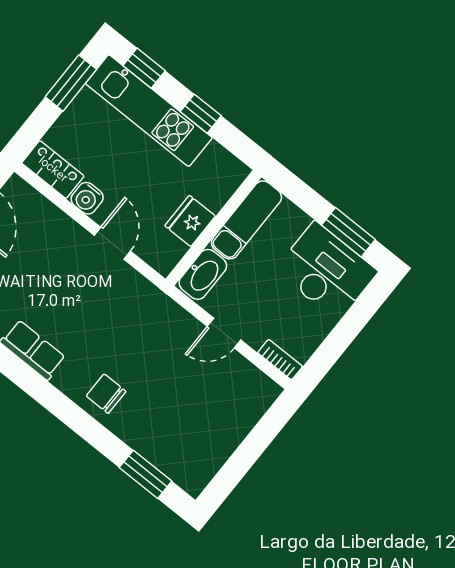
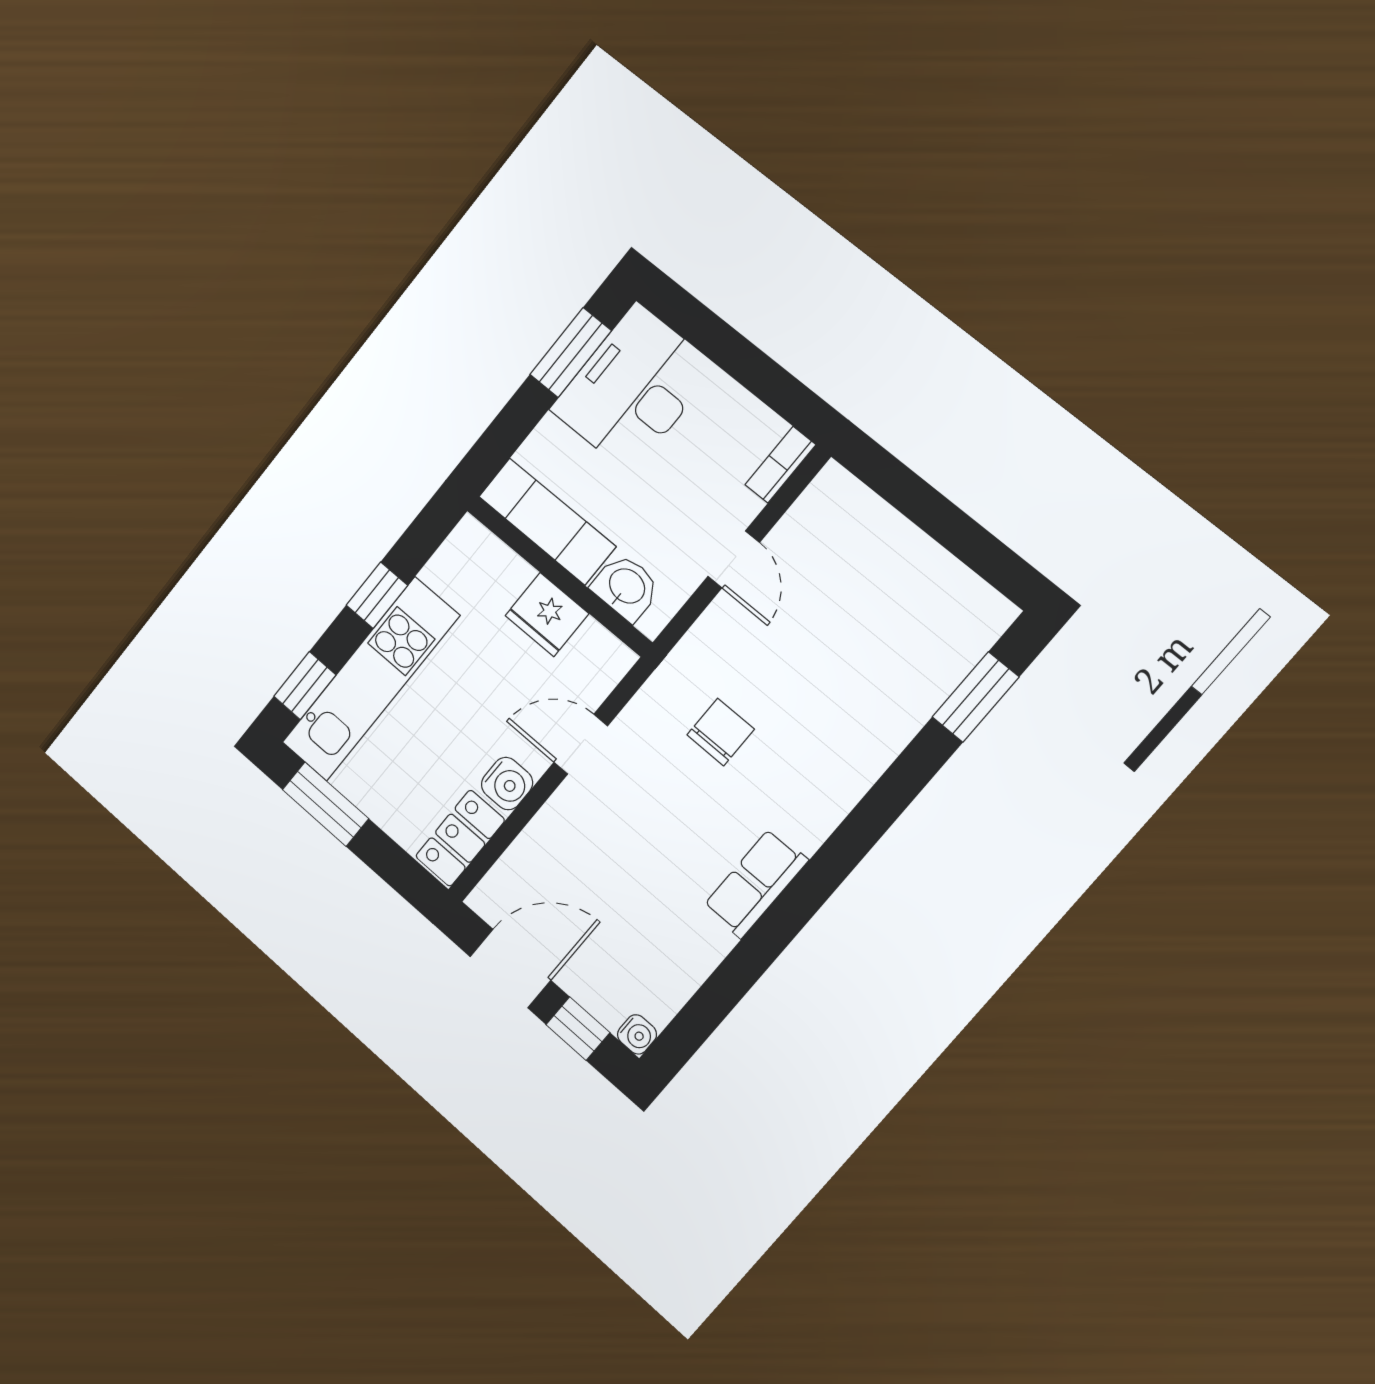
washbasin: (203, 274) -> (626, 587), width x0.72
chair: (106, 394) -> (721, 732), moved, turned 180

